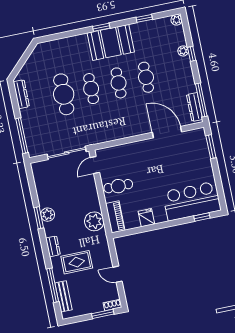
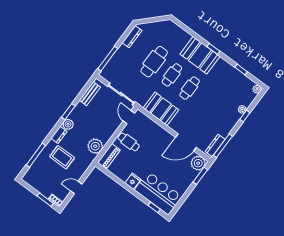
booth: (111, 42) -> (200, 55), moved
cafe table: (146, 77) -> (207, 101), removed
booth: (114, 127) -> (161, 109), added
door: (167, 132) -> (186, 142), swing flipped
plant: (197, 138) -> (198, 163), added
door: (95, 165) -> (129, 117), hinge flipped
plant: (48, 215) -> (68, 124), moved
fridge: (146, 218) -> (133, 181), moved
door: (118, 274) -> (76, 188), hinge flipped
bench: (63, 296) -> (90, 94), moved

